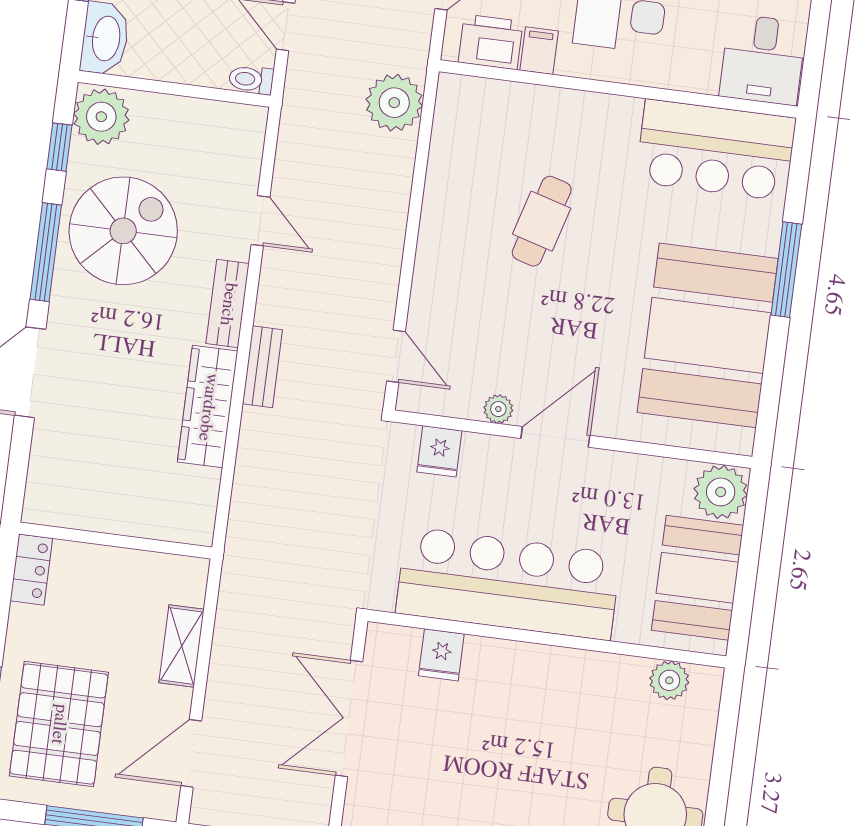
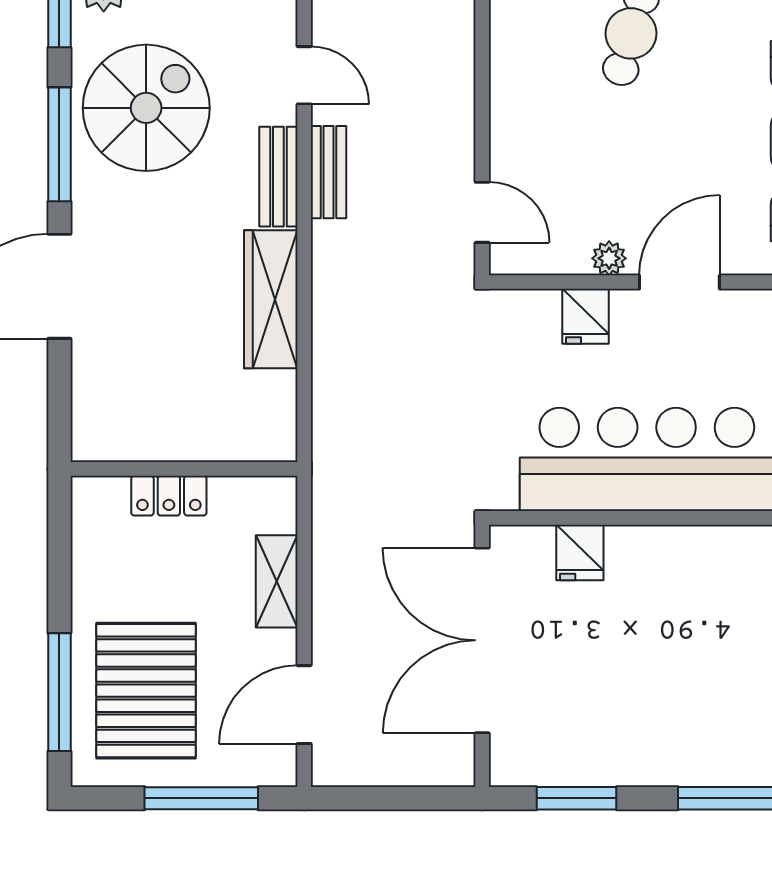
bench: (262, 367) -> (328, 172), moved
fridge: (439, 451) -> (586, 316), moved
locker: (31, 570) -> (169, 496), moved, turned 90
double door: (349, 719) -> (482, 640), width x1.36

